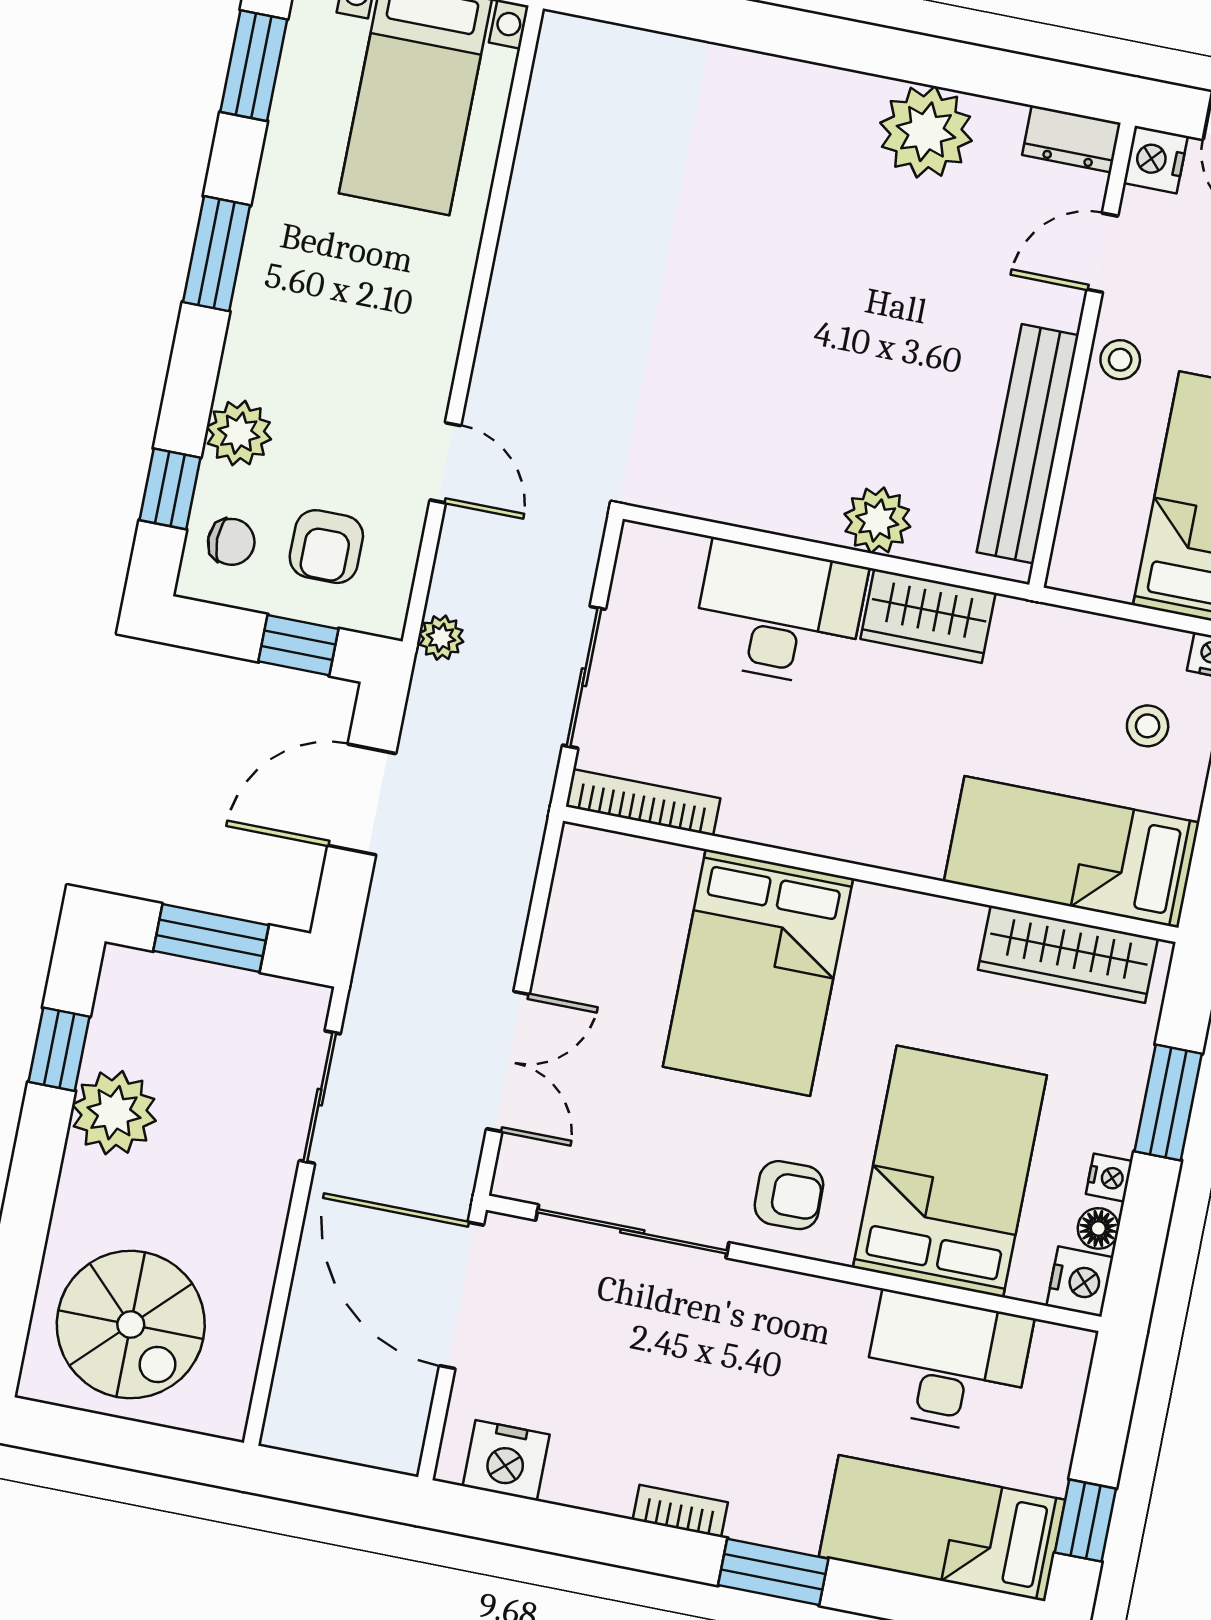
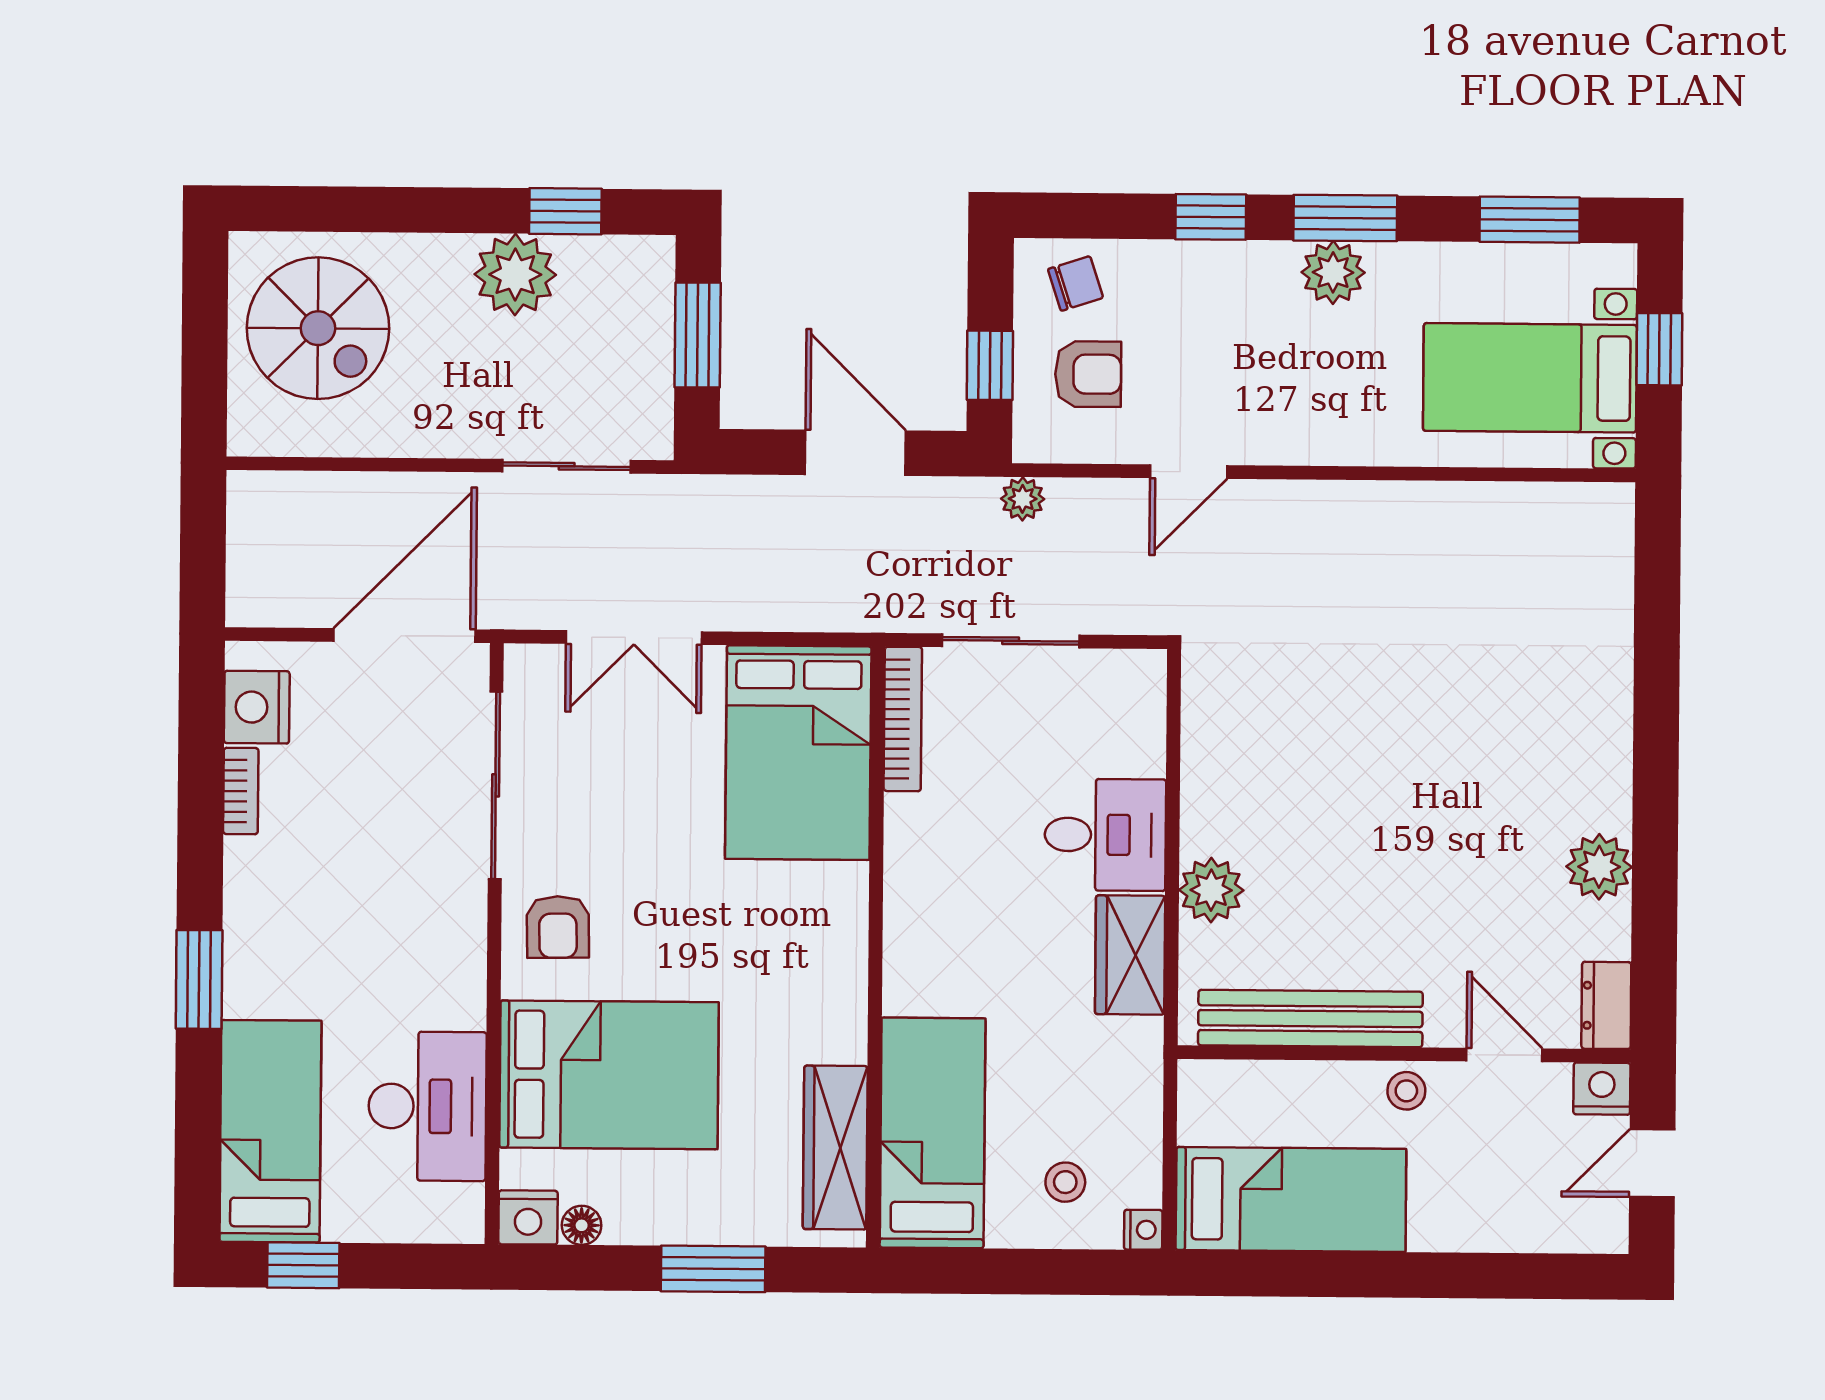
plant: (926, 132) -> (1599, 867), width x0.73, depth x0.73
plant: (239, 433) -> (1333, 272), moved
window: (170, 489) -> (1211, 217), moved
chair: (231, 542) -> (1076, 283), turned -108
armchair: (326, 547) -> (1088, 374), turned 180
desk: (779, 614) -> (1105, 835), width x0.73
bed: (758, 973) -> (798, 753), moved, turned -90
nightstand: (1109, 1178) -> (632, 1226), removed
spiral stairs: (131, 1325) -> (318, 328), turned -90
bookcase: (680, 1511) -> (241, 791), moved

